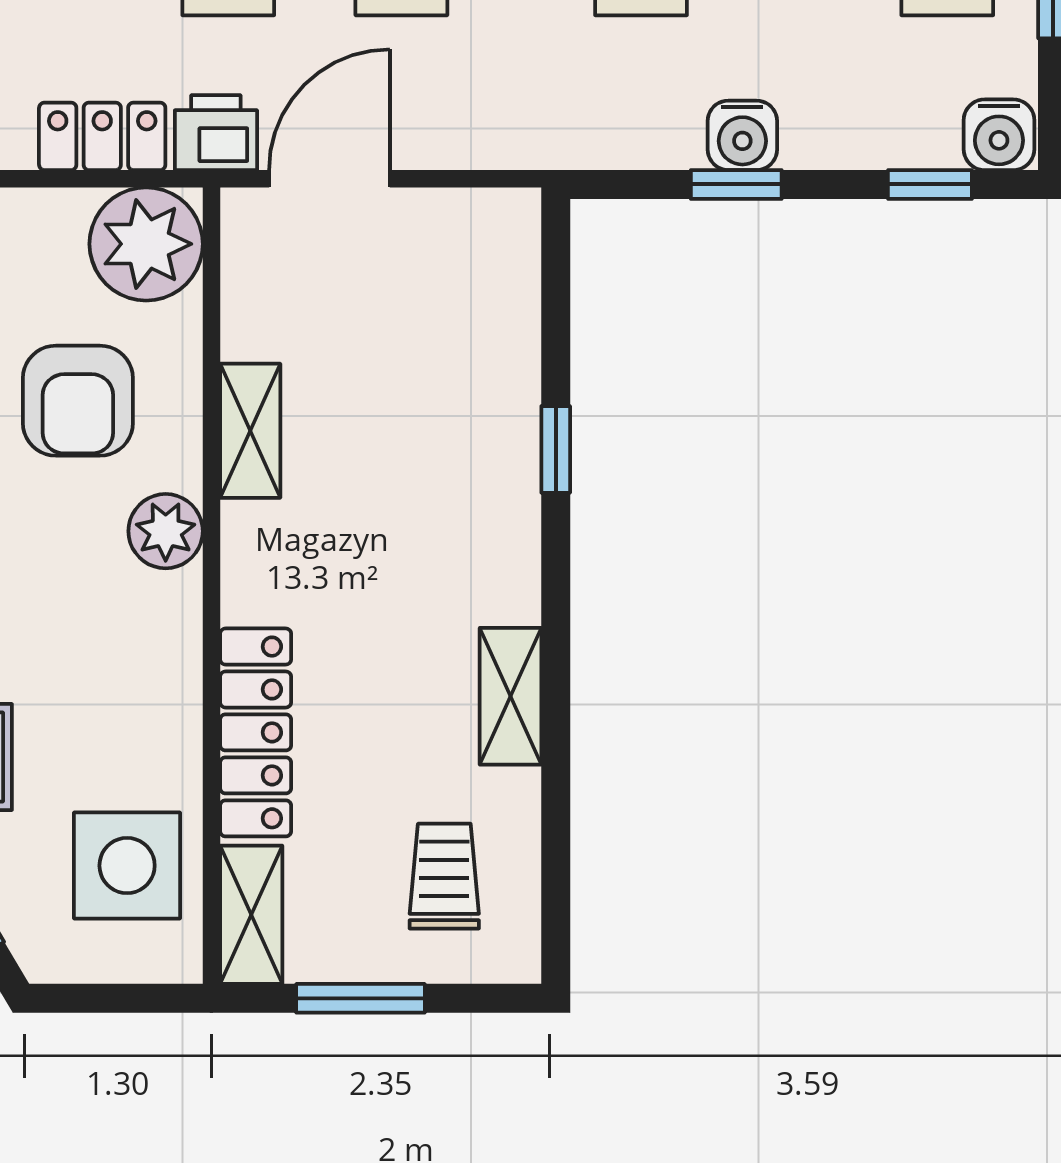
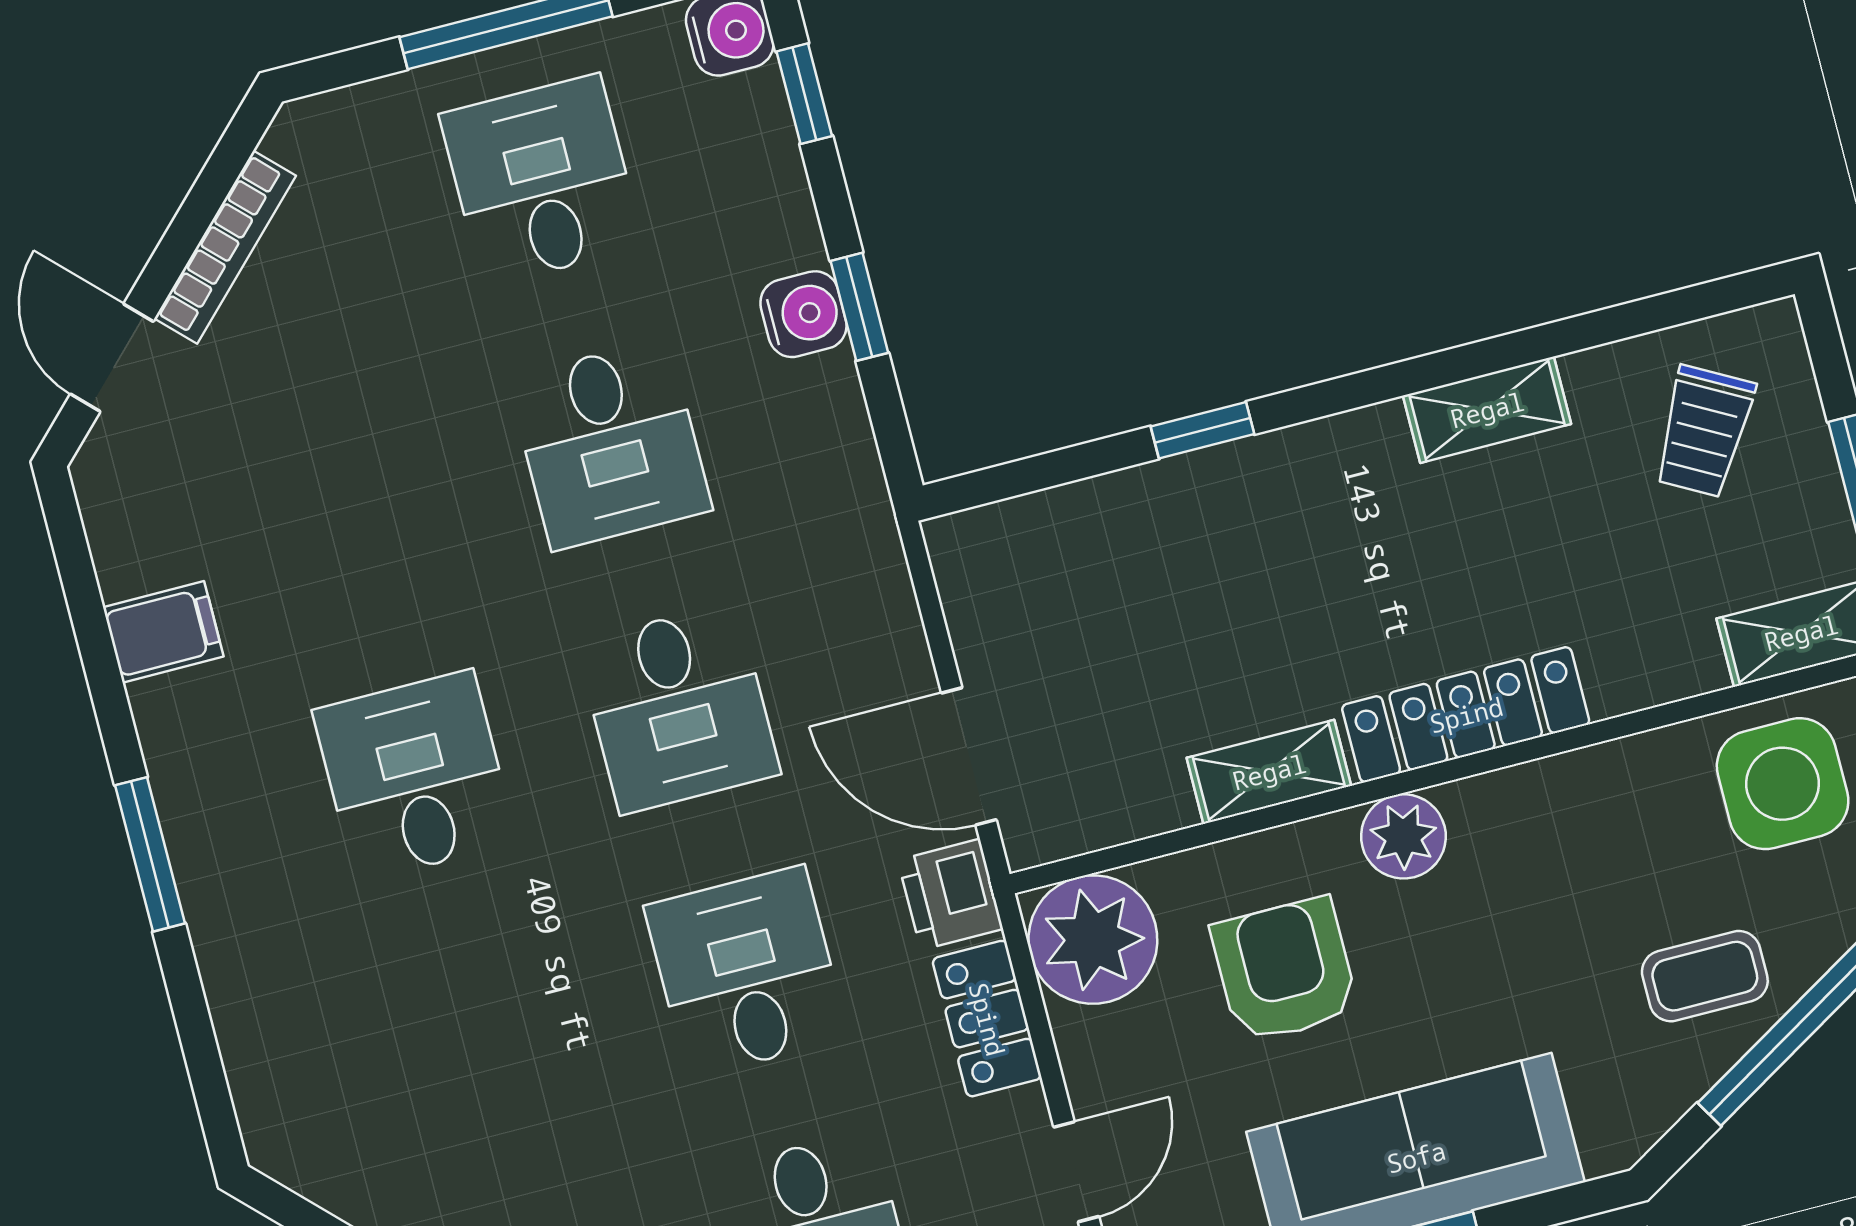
armchair: (78, 401) -> (1285, 970), turned -90
locker: (256, 732) -> (1466, 715), moved
trolley: (444, 876) -> (1704, 431), turned -61

